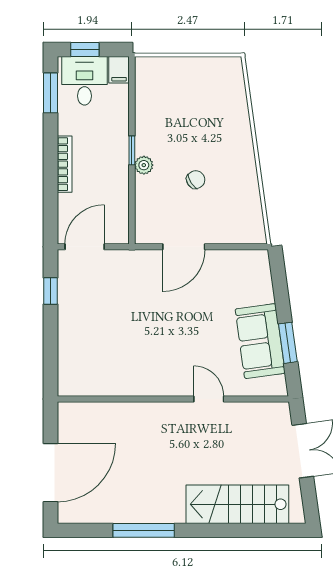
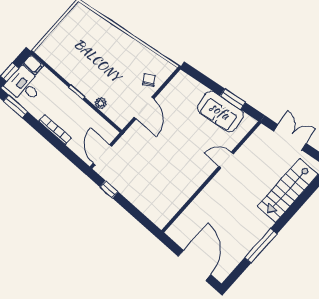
plant: (144, 165) -> (101, 103), moved
chair: (196, 180) -> (149, 80), moved

